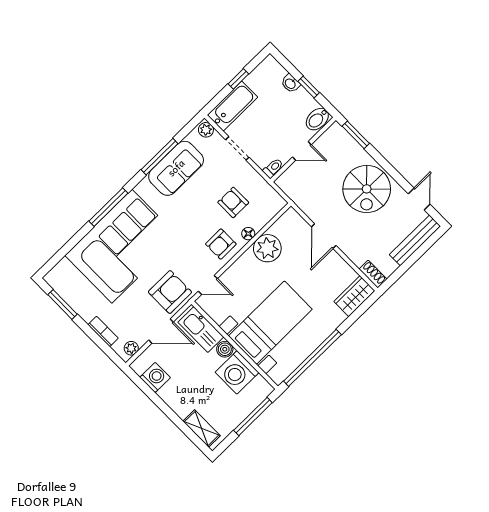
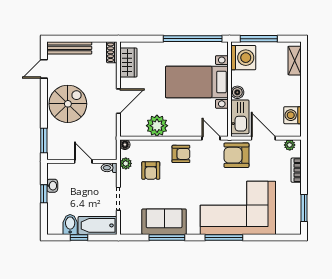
washbasin: (291, 83) -> (52, 186), moved
bidet: (317, 119) -> (70, 224), moved, turned -90
plant: (206, 130) -> (126, 163), moved
floor lamp: (248, 234) -> (125, 145), moved
wardrobe: (354, 296) -> (128, 62), moved, turned -90
washing machine: (237, 372) -> (243, 58), moved

